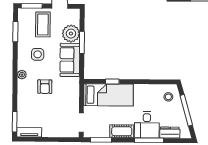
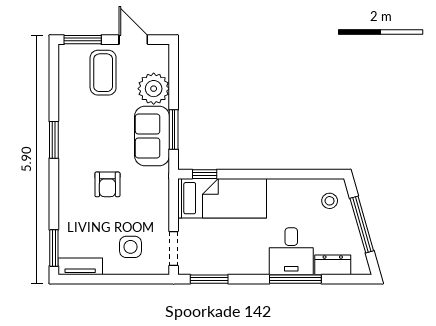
window: (15, 32) -> (54, 140), moved
window: (82, 43) -> (174, 130), moved
side table: (38, 54) -> (130, 247), moved
plant: (22, 75) -> (66, 163), removed
window: (112, 81) -> (205, 174), moved
cot: (122, 131) -> (246, 263), removed

